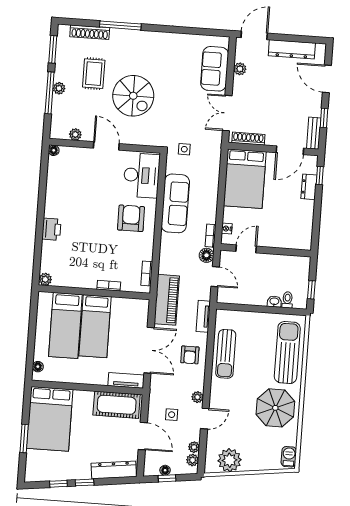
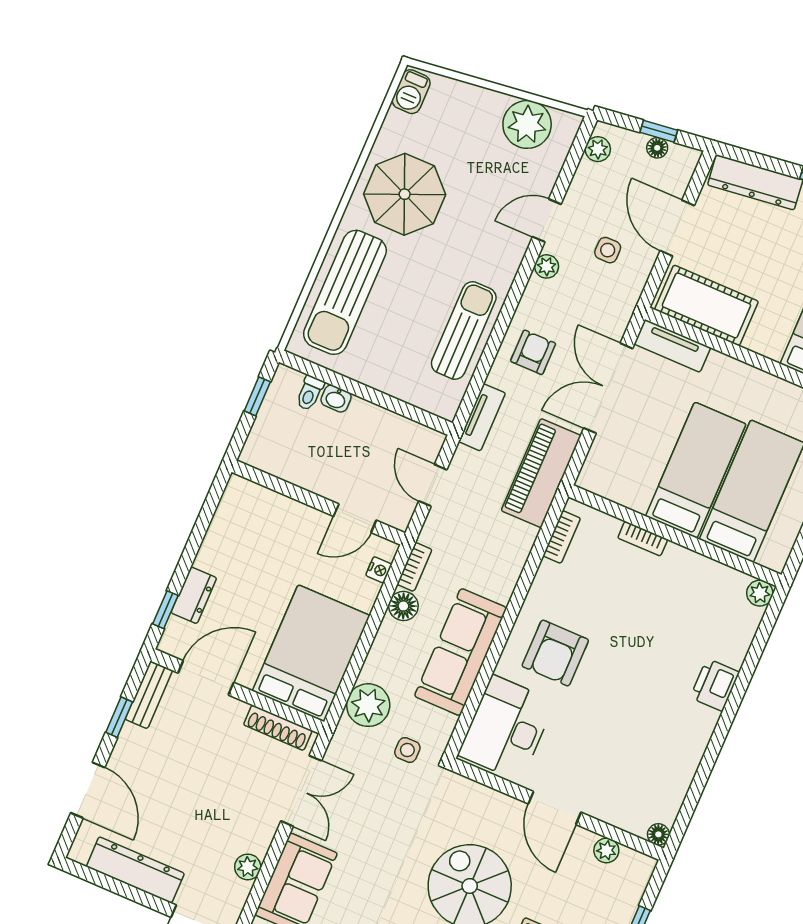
floor lamp: (206, 255) -> (403, 606), moved
plant: (194, 447) -> (368, 705), moved, width x1.88, depth x1.88

